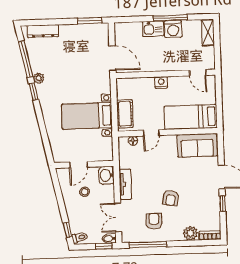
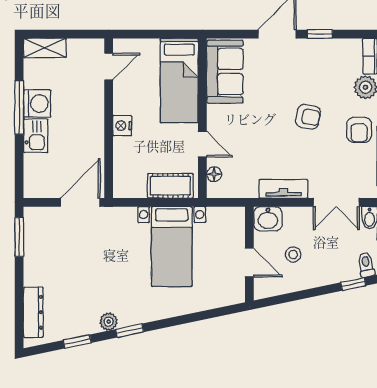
window: (26, 59) -> (77, 342), width x0.46
armchair: (154, 221) -> (359, 130), moved, turned -90

